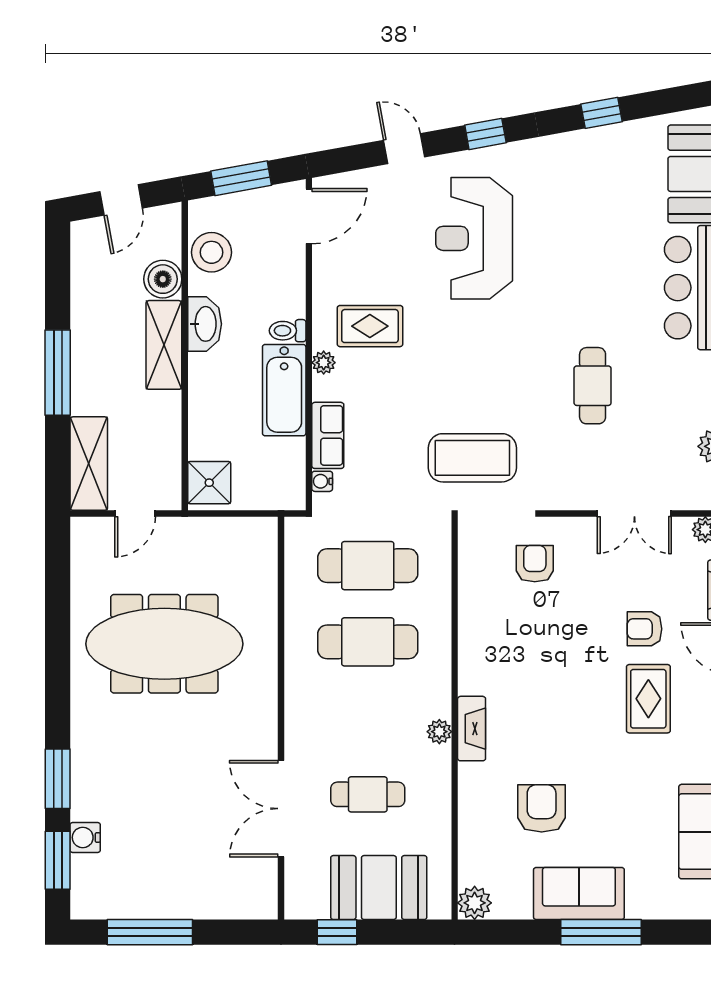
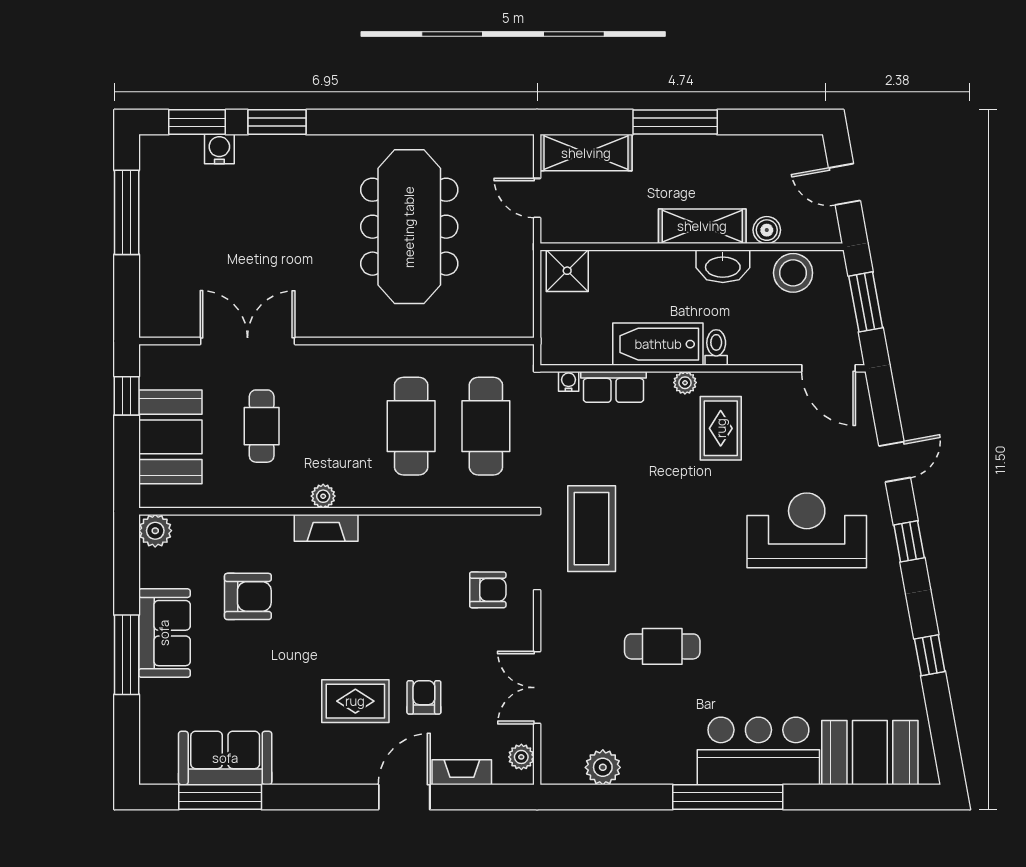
boiler: (163, 279) -> (767, 230), width x0.73, depth x0.73

